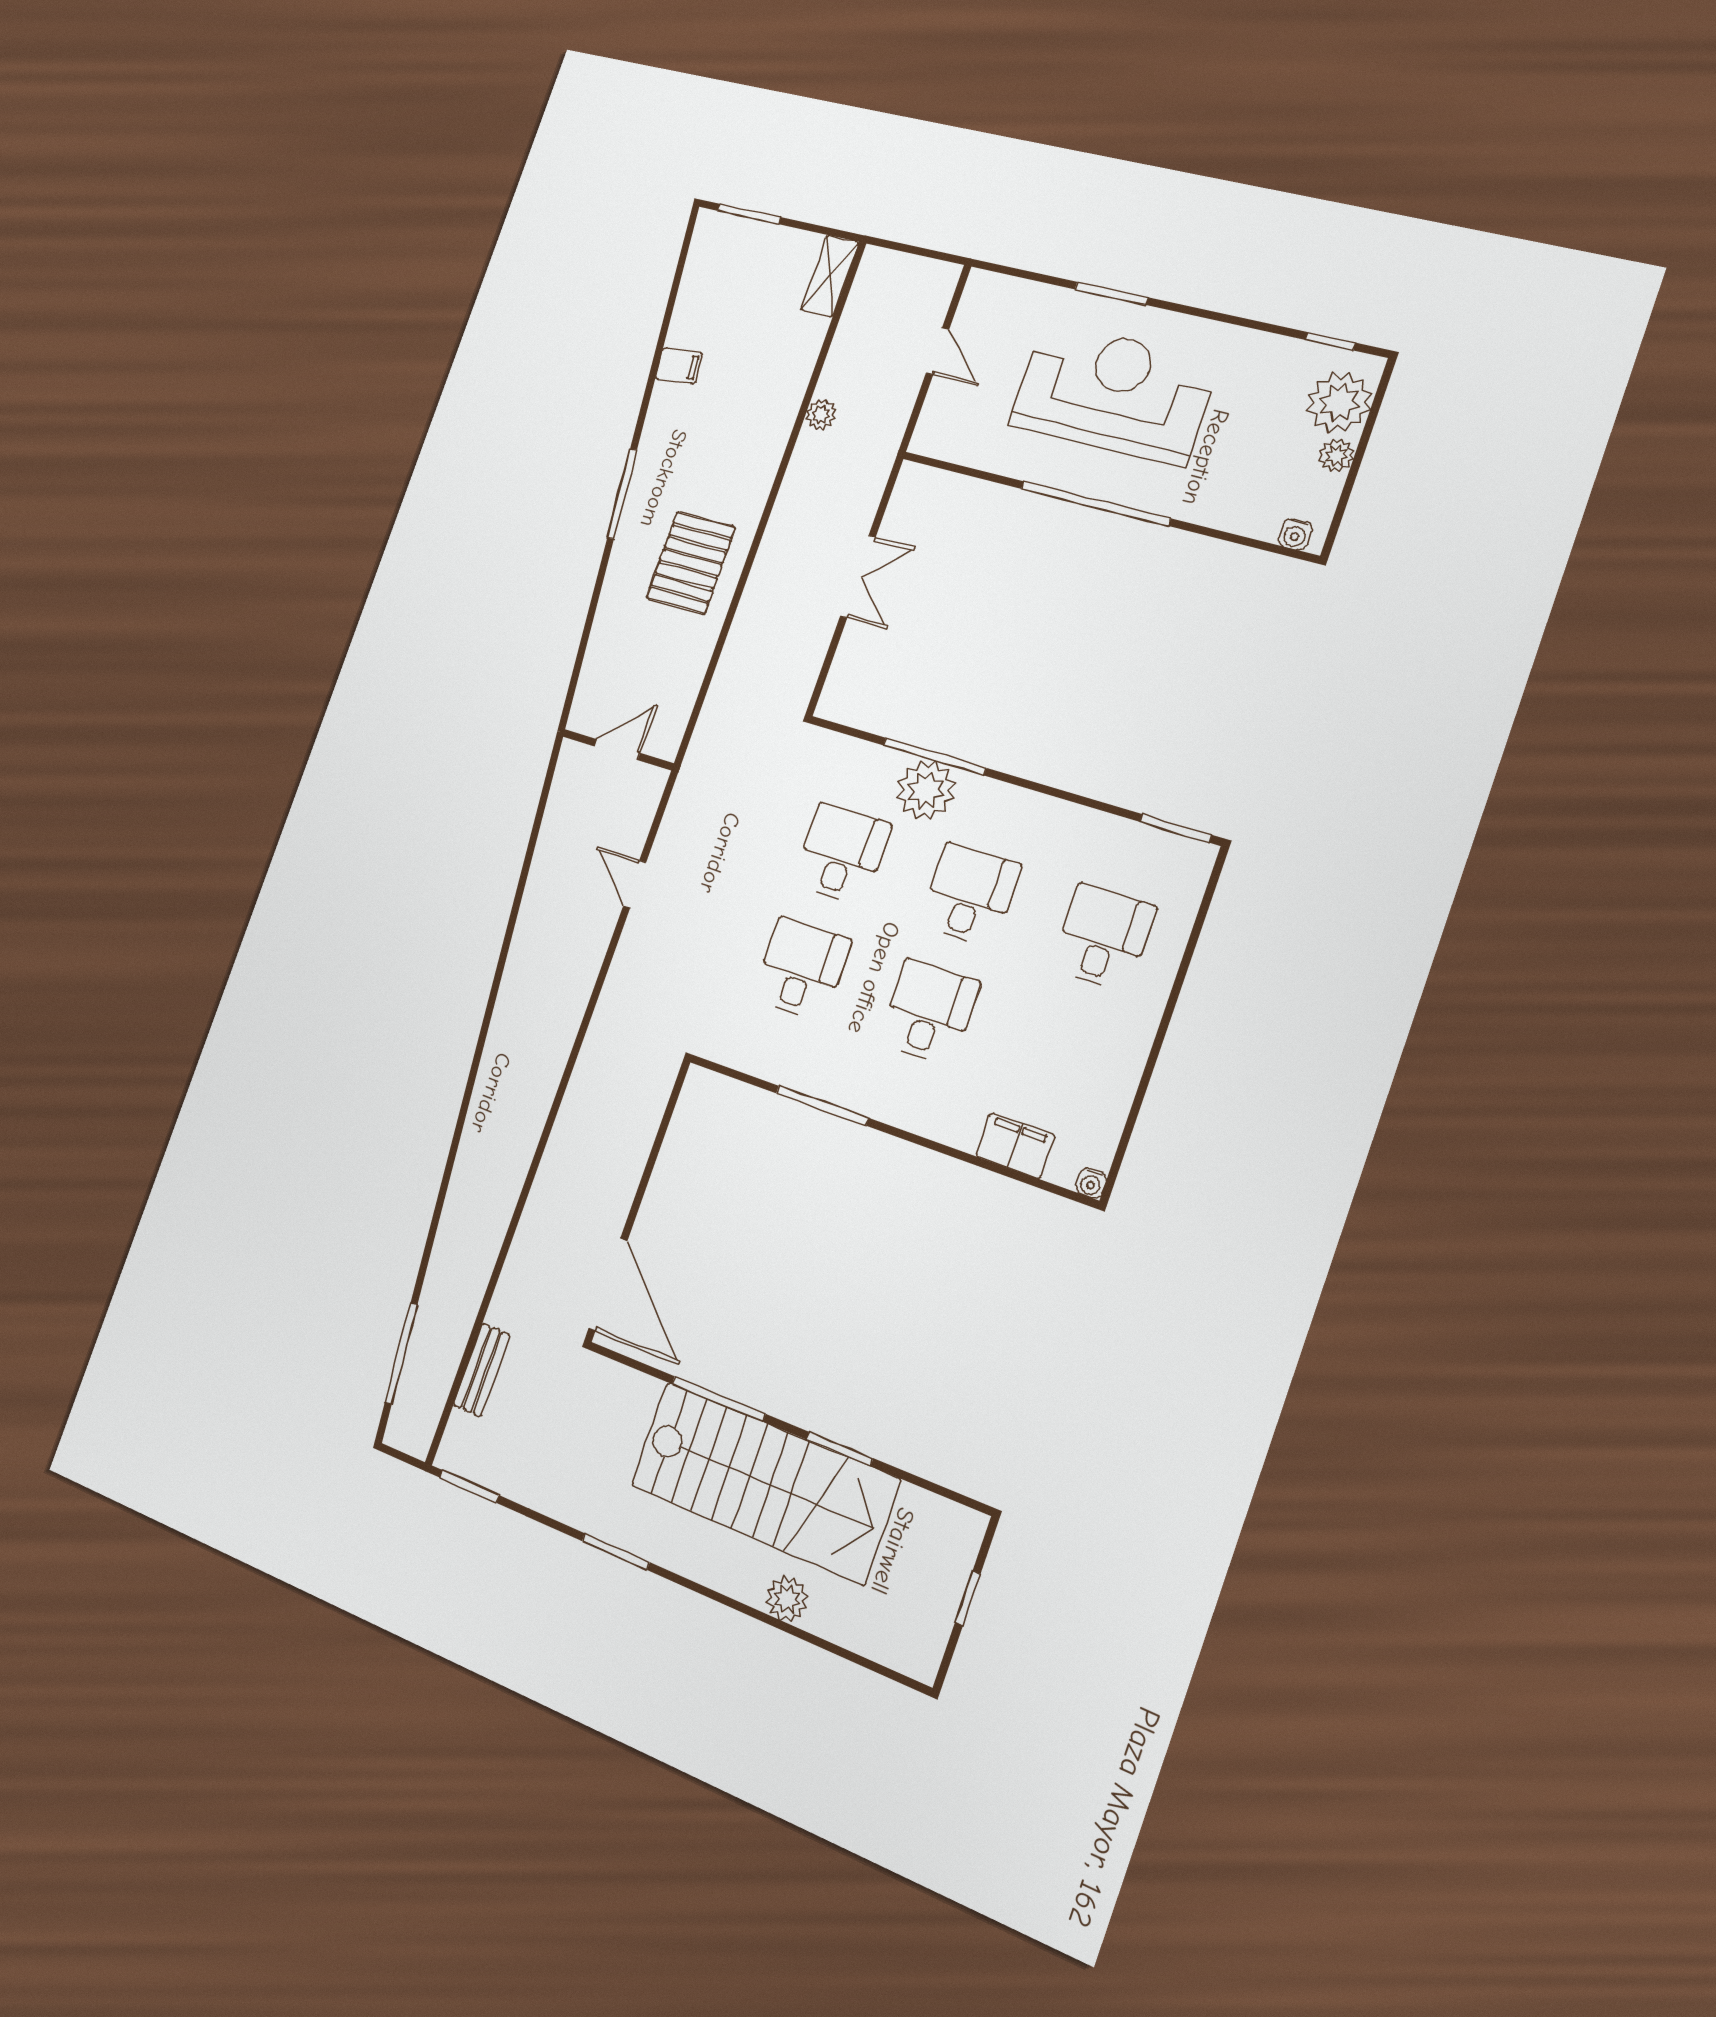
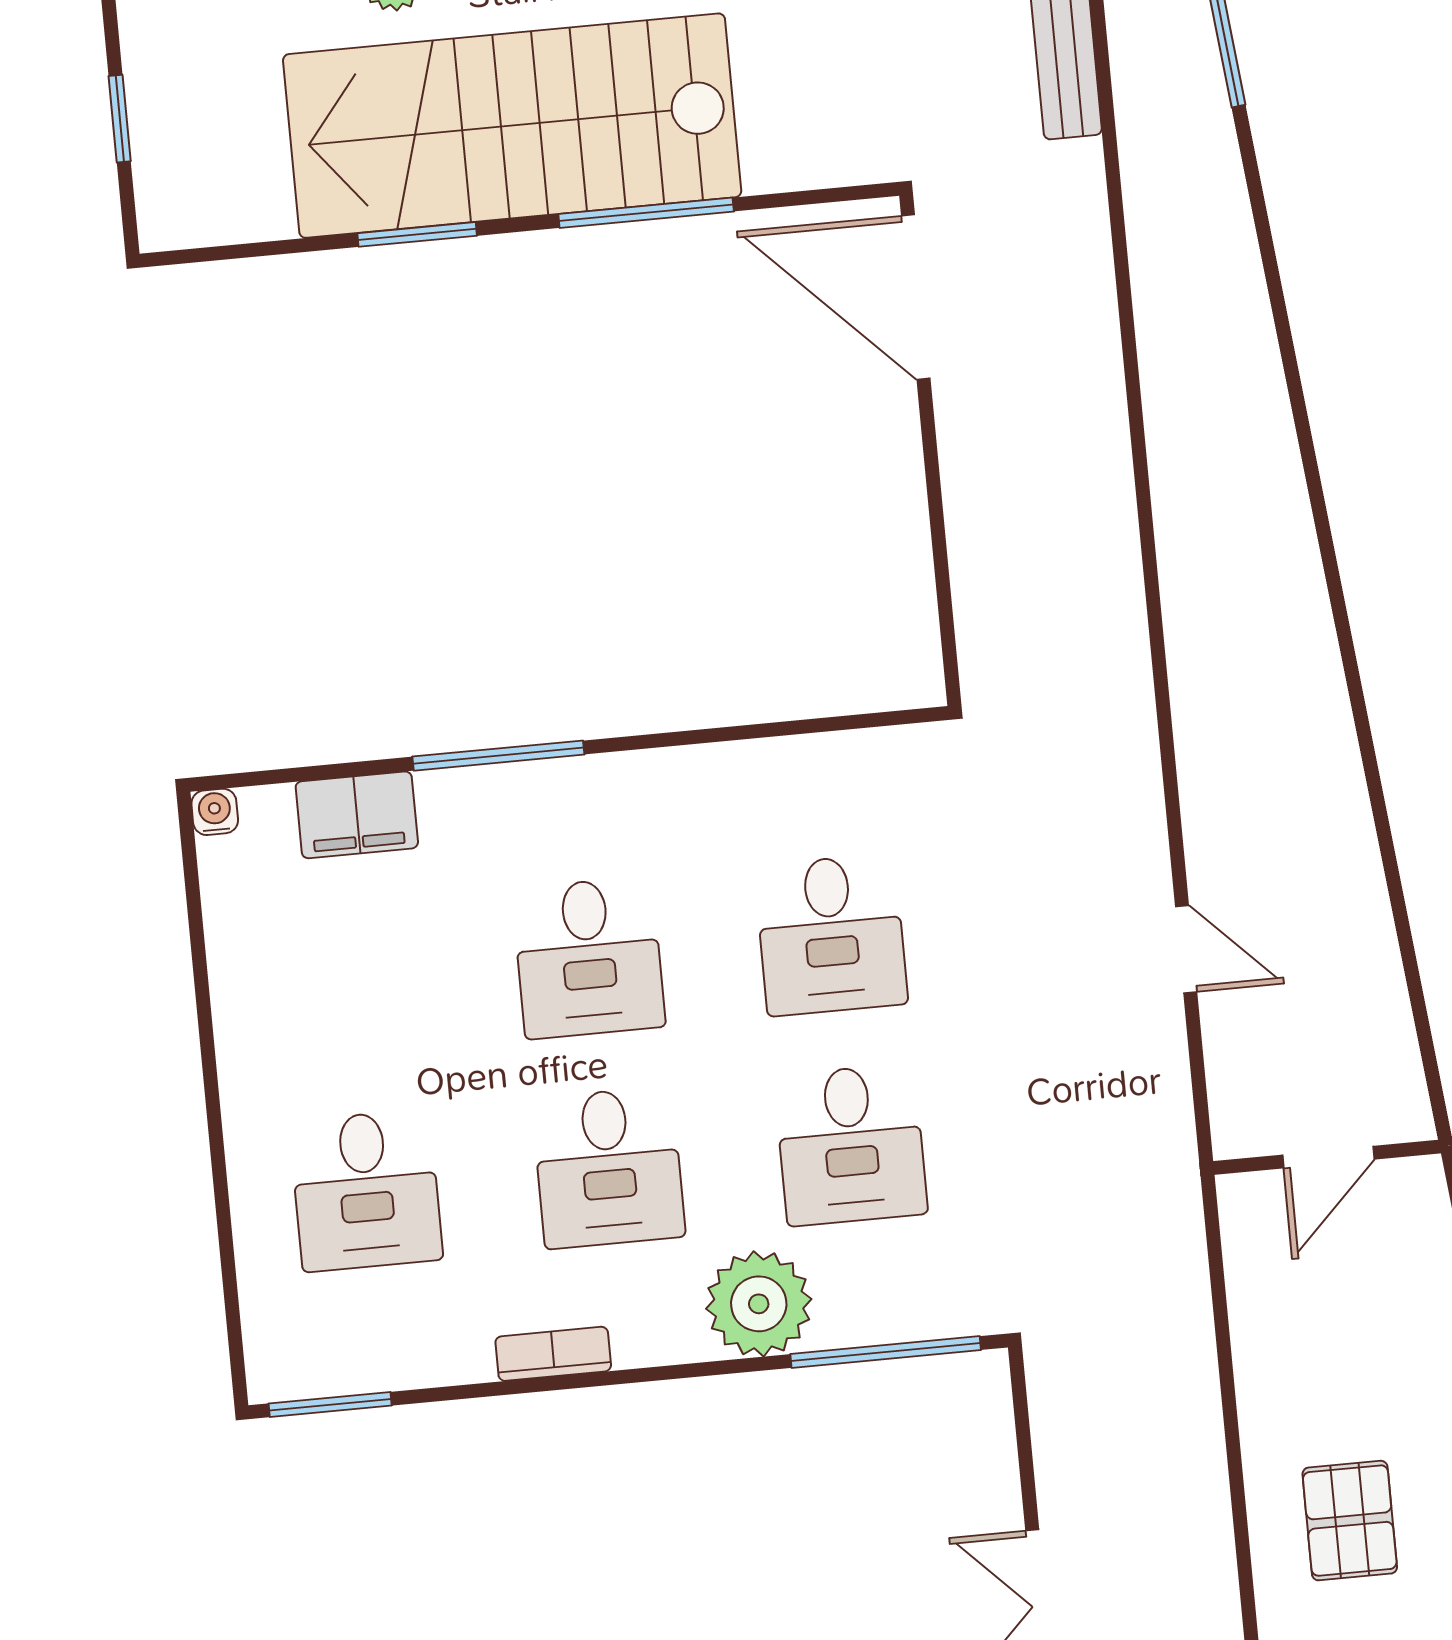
pallet: (691, 563) -> (1350, 1521), width x0.67, depth x0.71
window: (935, 757) -> (886, 1352), moved
bookcase: (1044, 807) -> (553, 1354), added
window: (822, 1106) -> (498, 756), moved

